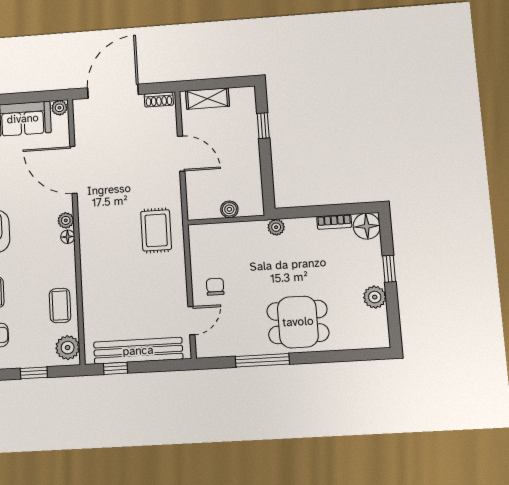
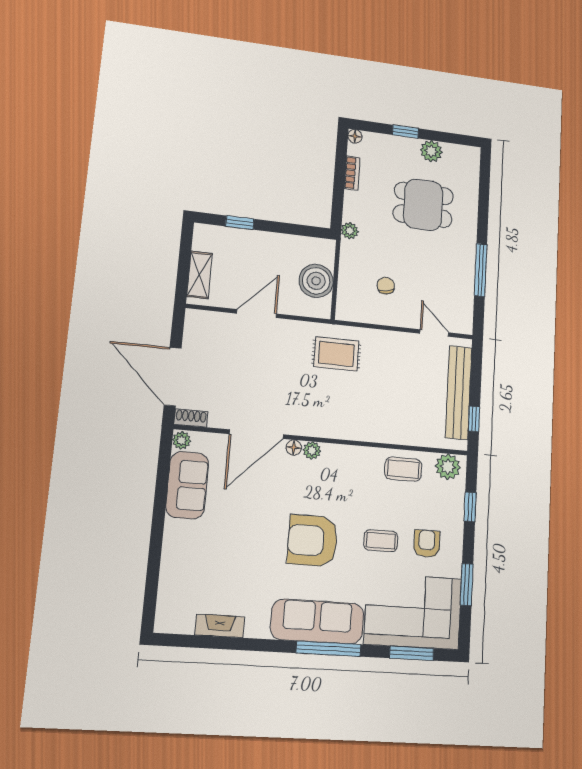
shoe rack: (159, 100) -> (191, 418), moved, turned -90
boiler: (229, 209) -> (316, 281), width x1.86, depth x1.86
floor lamp: (367, 226) -> (355, 136), width x0.53, depth x0.53
floor lamp: (68, 237) -> (294, 448), moved
chair: (215, 287) -> (386, 286), moved, turned 80
dining table: (298, 322) -> (423, 205), moved, turned 90

